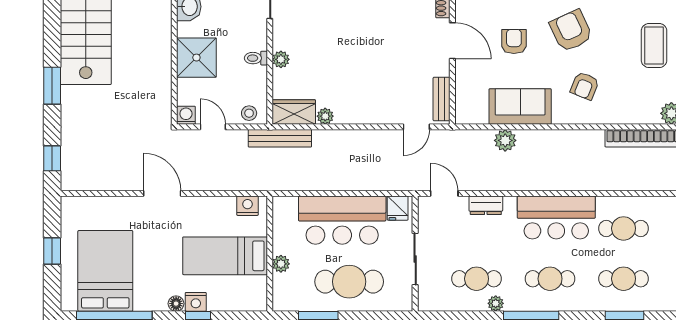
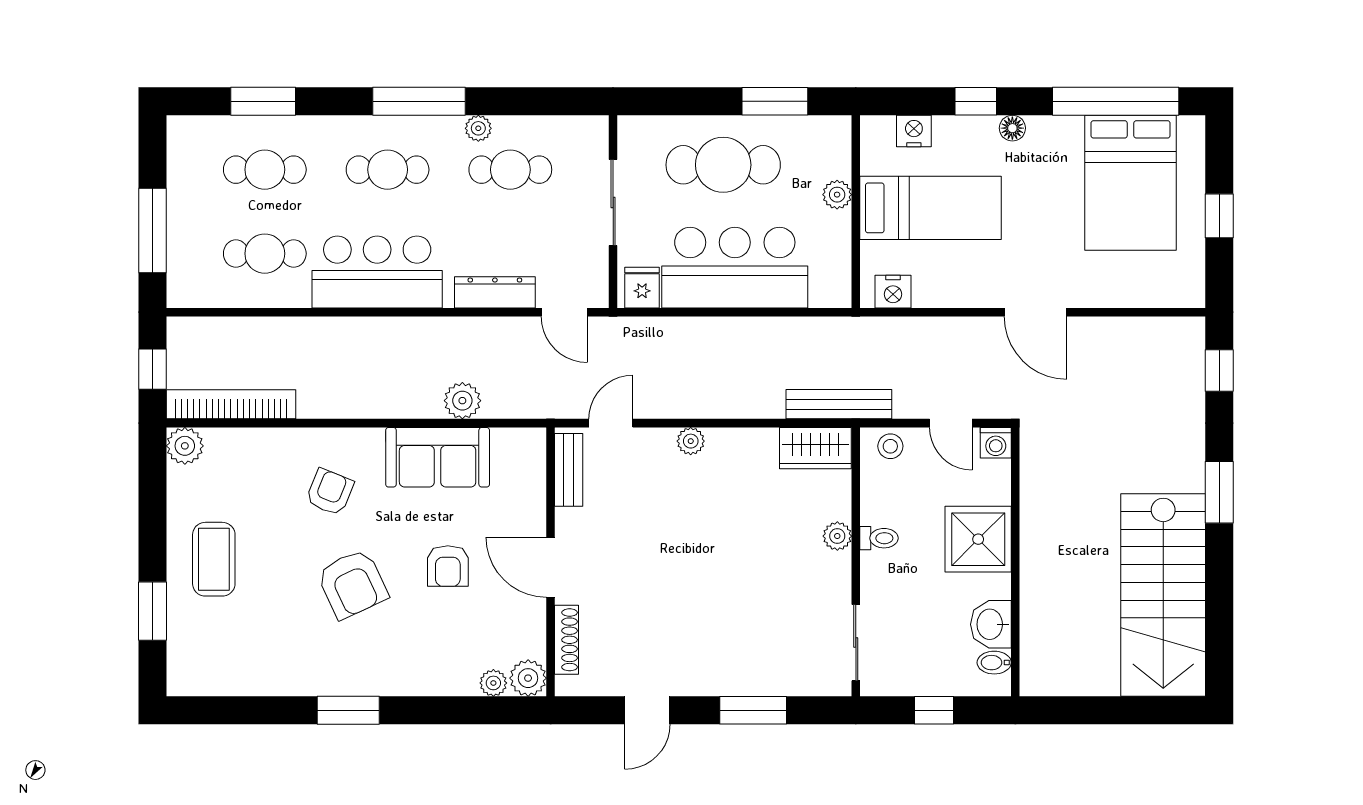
plant: (325, 116) -> (691, 441), moved
dresser: (486, 205) -> (495, 292), width x1.44
nightstand: (196, 302) -> (914, 131), moved

